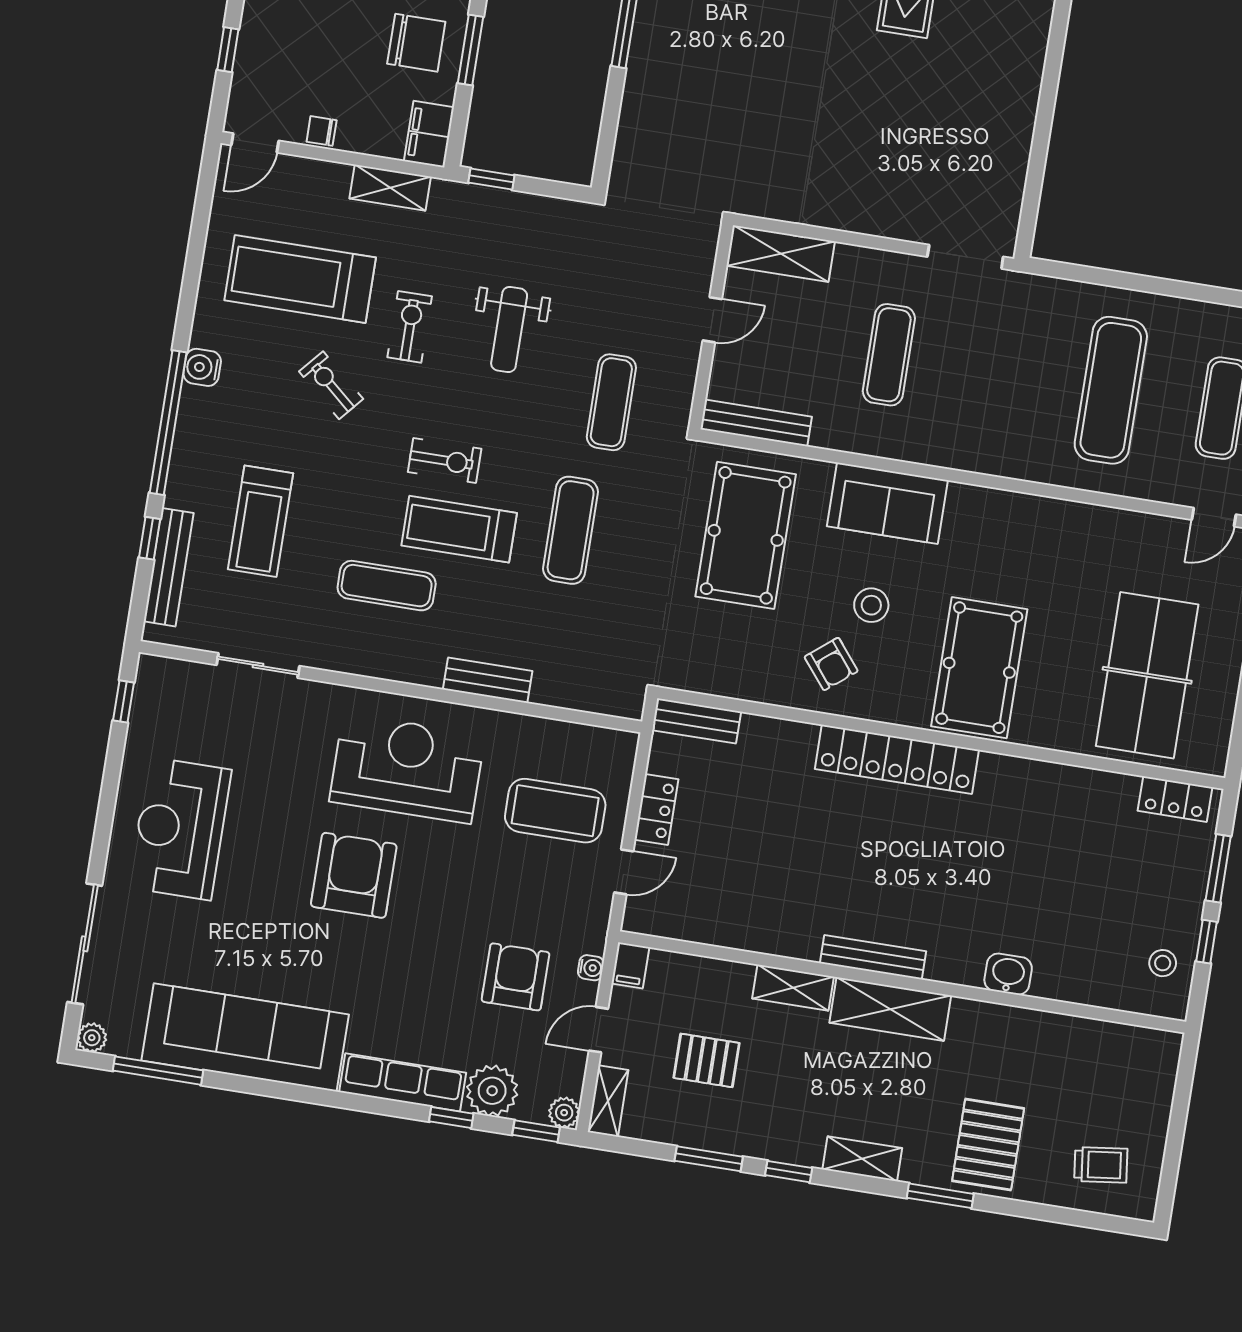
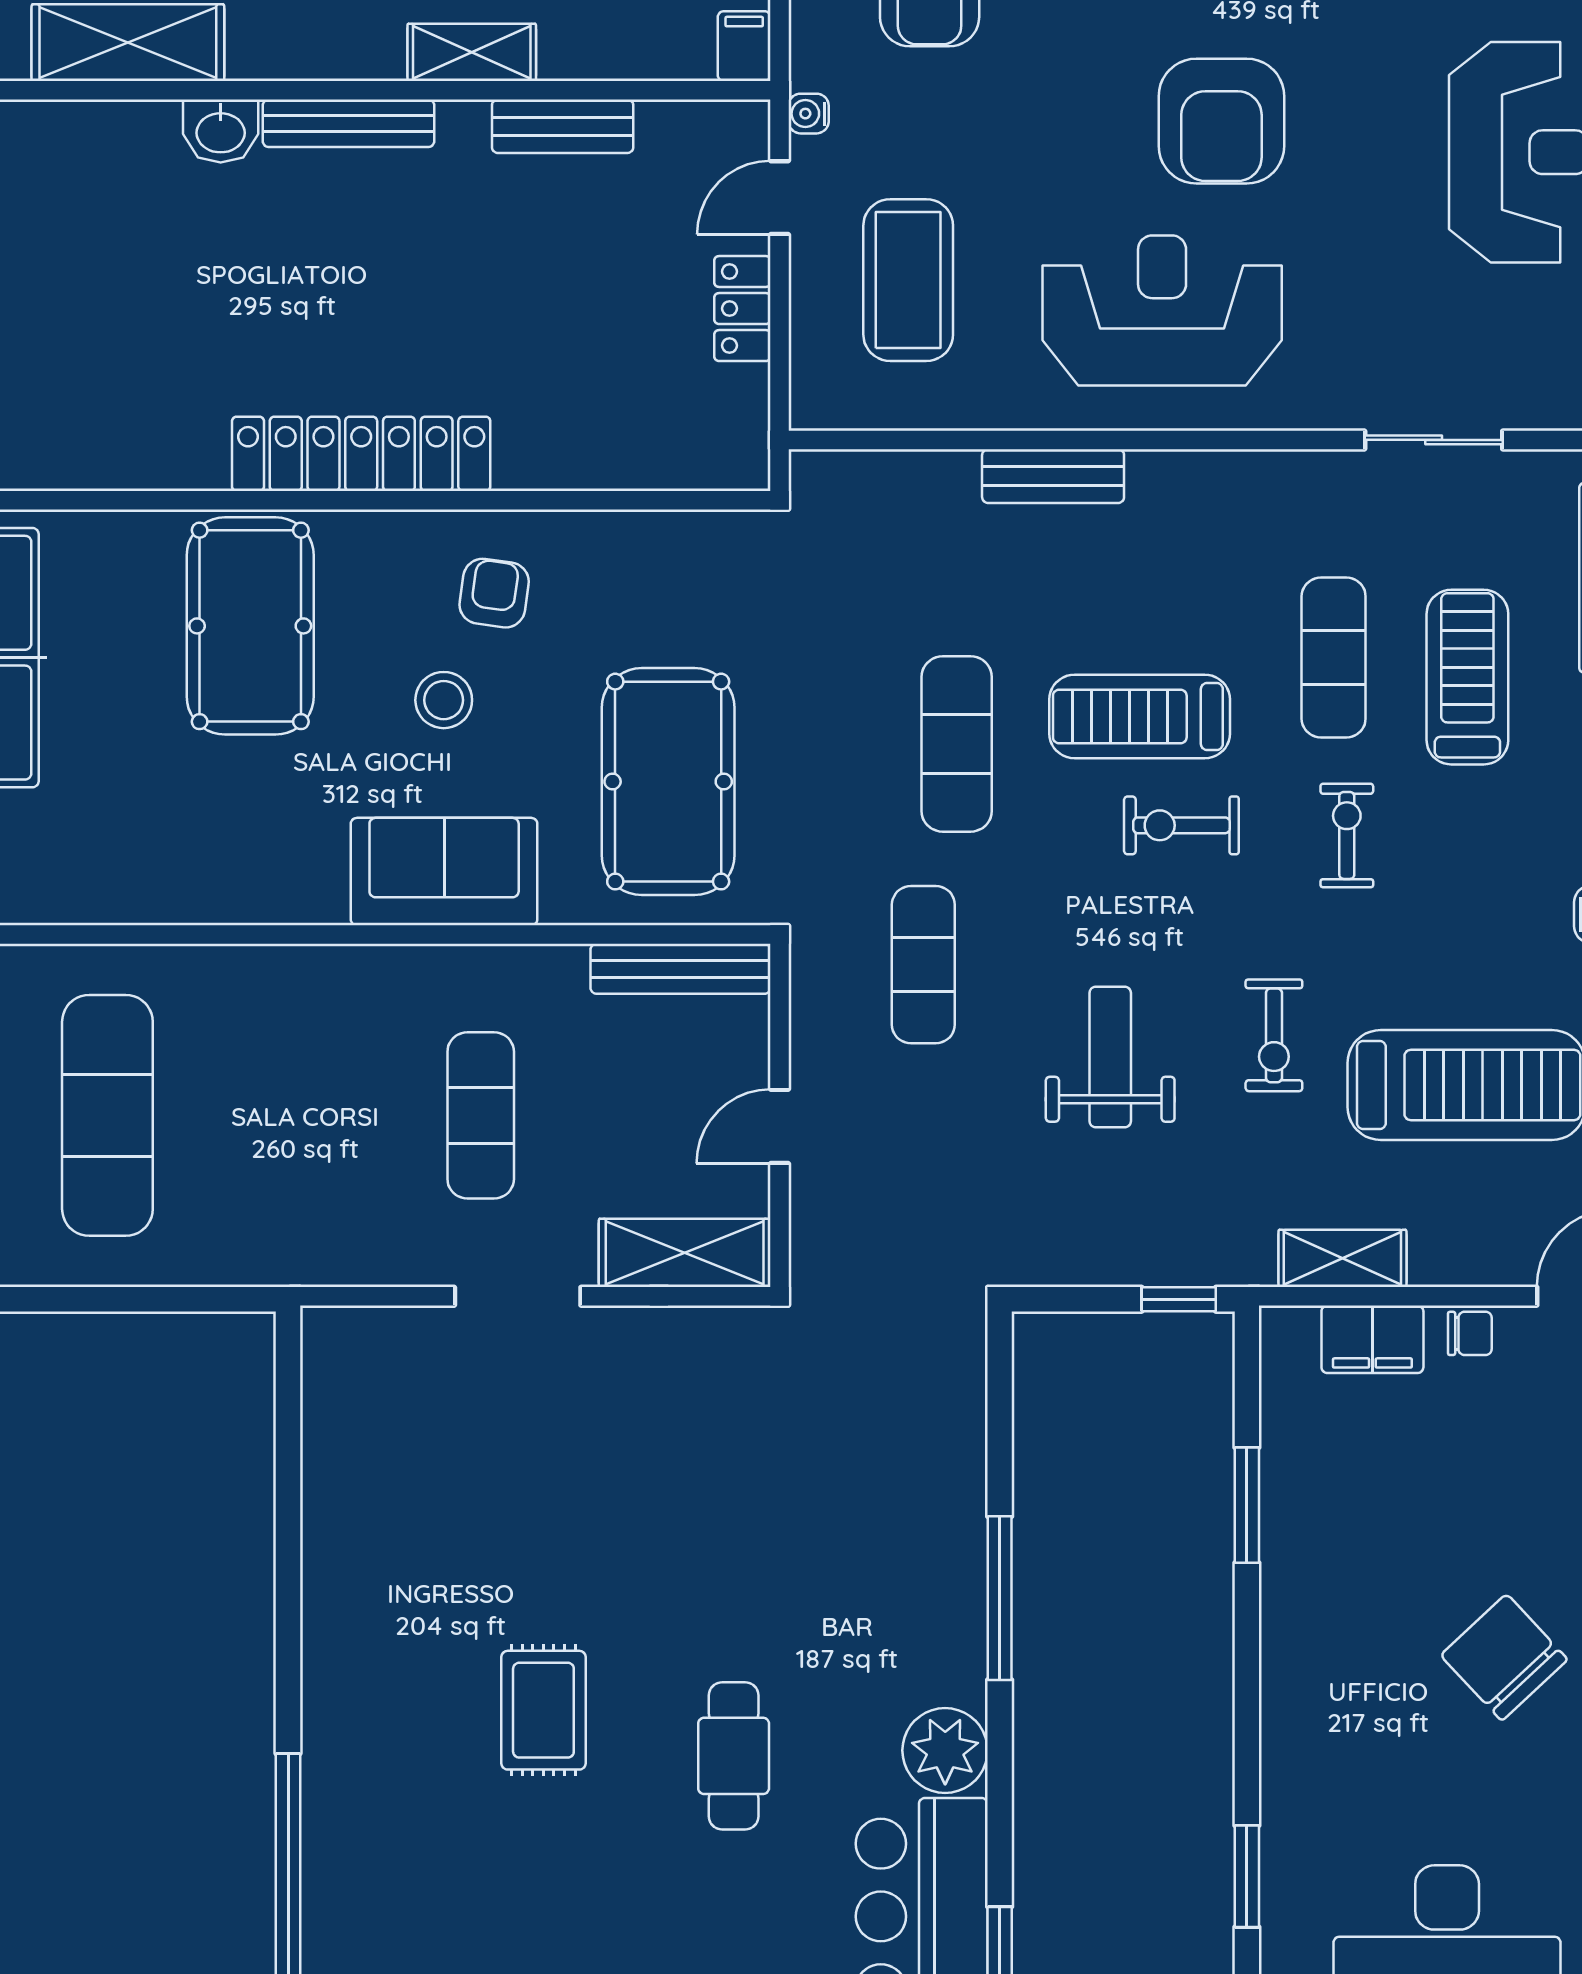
chair: (416, 43) -> (1338, 1503), removed
filing cabinet: (429, 134) -> (1372, 1339), moved, turned 90
doorway: (965, 257) -> (518, 1296), moved
exercise bike: (331, 385) -> (1347, 835), moved, turned -131
treadmill: (459, 529) -> (1140, 716), turned 180
exercise mat: (387, 586) -> (1334, 657), moved, turned 90
armchair: (831, 664) -> (494, 593), turned 47
bench: (697, 721) -> (563, 126), moved
reception desk: (407, 768) -> (1162, 310), turned 180
coffee table: (555, 811) -> (908, 280), turned 90
water cooler: (591, 968) -> (809, 114), moved
washbasin: (1008, 974) -> (221, 131), moved
shelving: (890, 1009) -> (128, 43), moved

